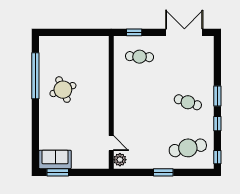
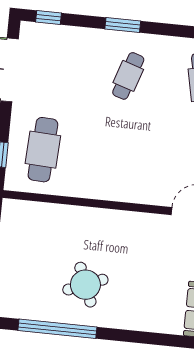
cafe table: (140, 57) -> (43, 150), width x1.37, depth x1.35
window: (217, 124) -> (49, 18), moved

